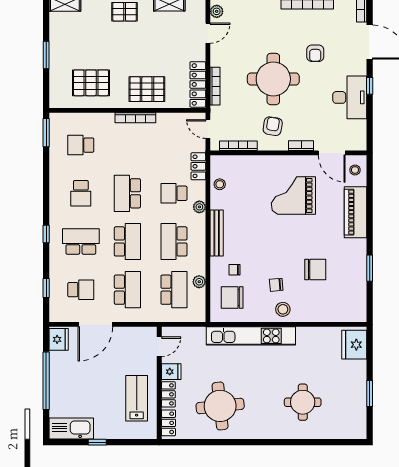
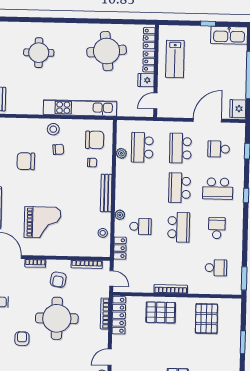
pallet: (91, 83) -> (206, 319), turned 90
school desk: (174, 241) -> (141, 187), removed

